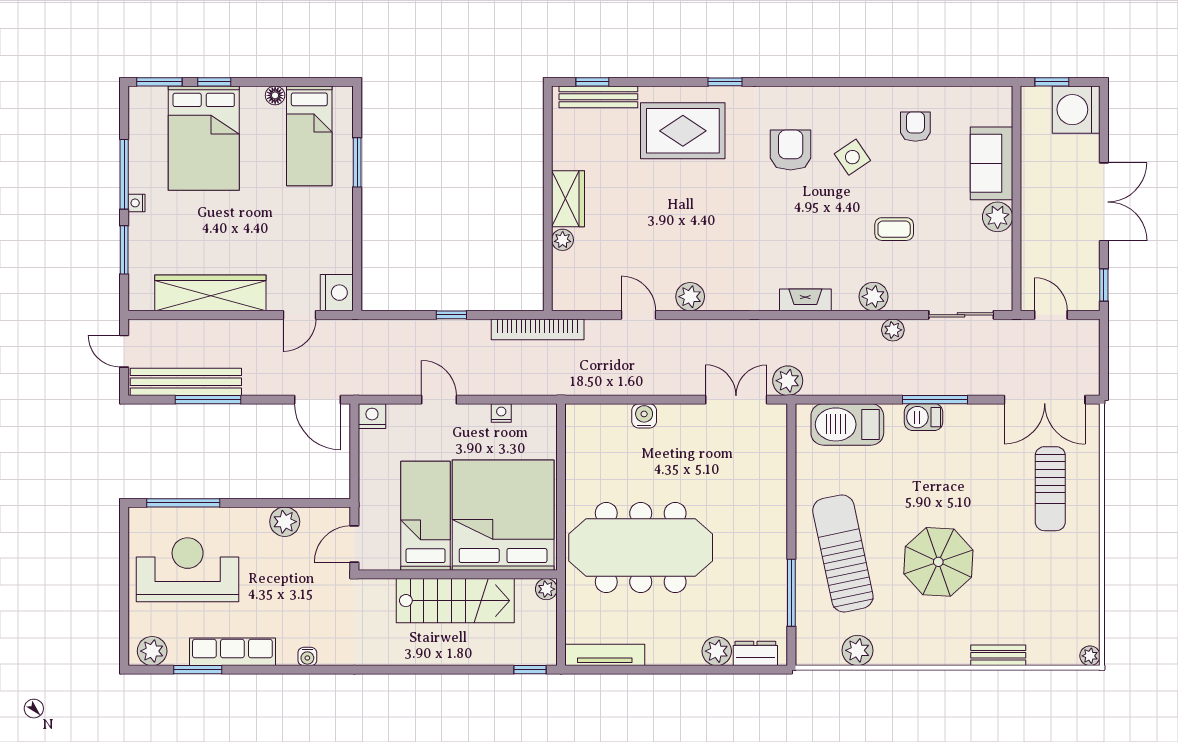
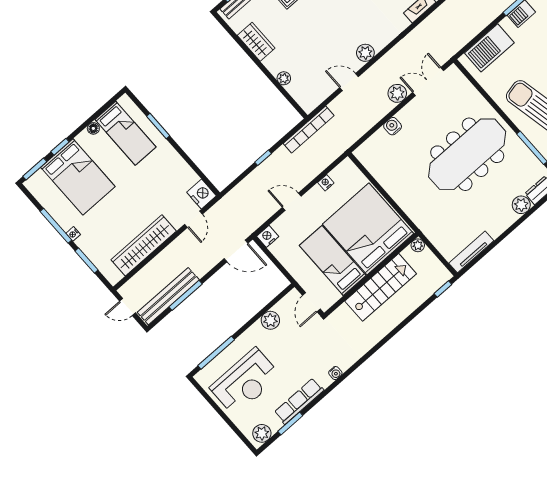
wardrobe: (568, 199) -> (256, 42), moved
plant: (788, 381) -> (397, 93), moved
meeting table: (641, 548) -> (467, 154), moved
reception desk: (188, 570) -> (245, 382), turned 180

